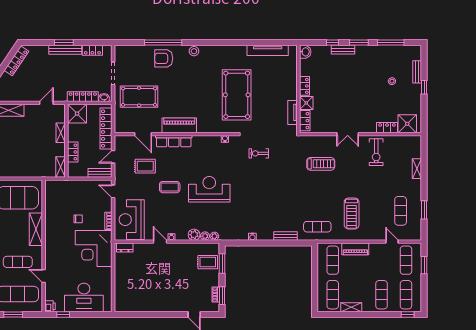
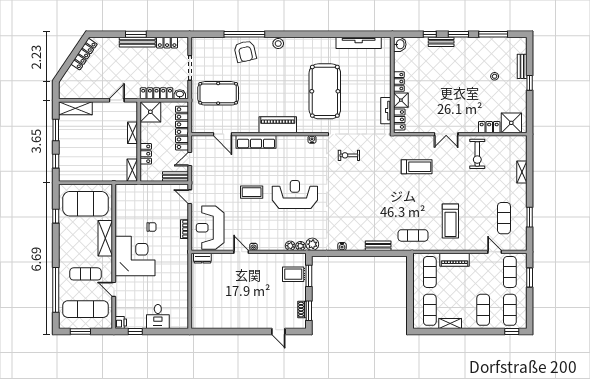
armchair: (164, 58) -> (245, 51), turned -103
piano: (179, 125) -> (278, 125), moved
rug: (145, 166) -> (225, 169), removed
plant: (194, 235) -> (312, 244), moved
corner desk: (94, 249) -> (135, 256), moved, turned 180
desk: (84, 298) -> (158, 317), width x0.53, depth x0.77

